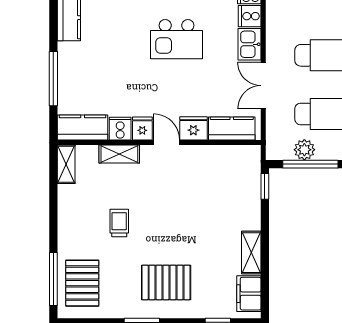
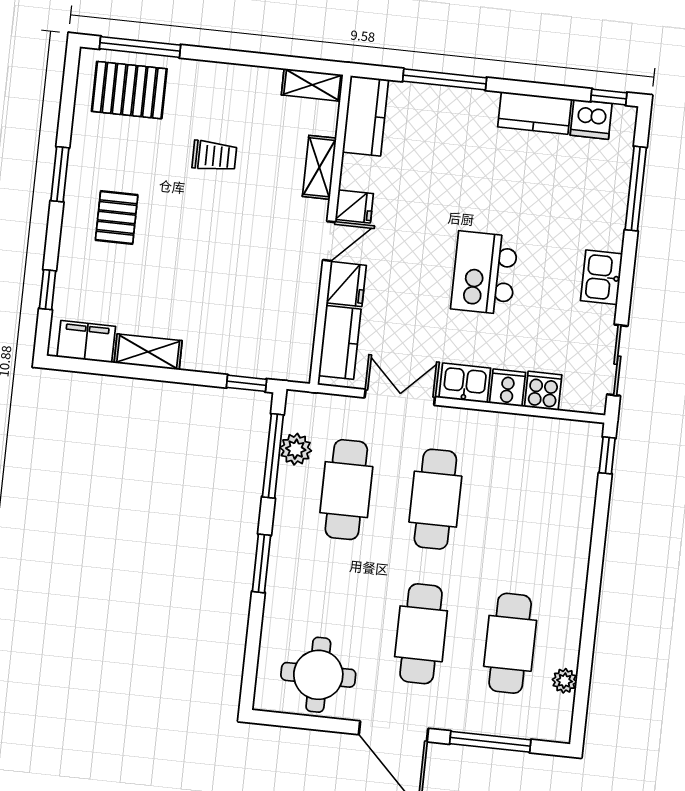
cooker: (120, 129) -> (358, 173), removed
pallet: (166, 282) -> (117, 217), width x0.67, depth x0.71

